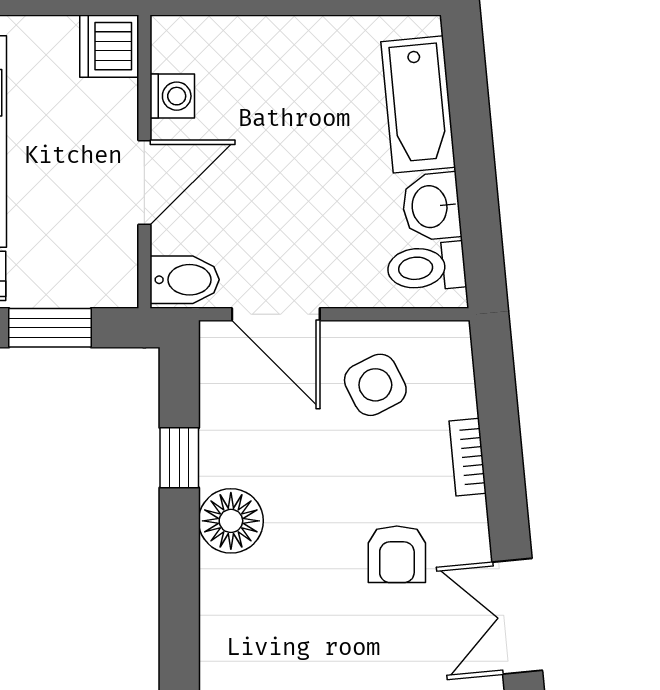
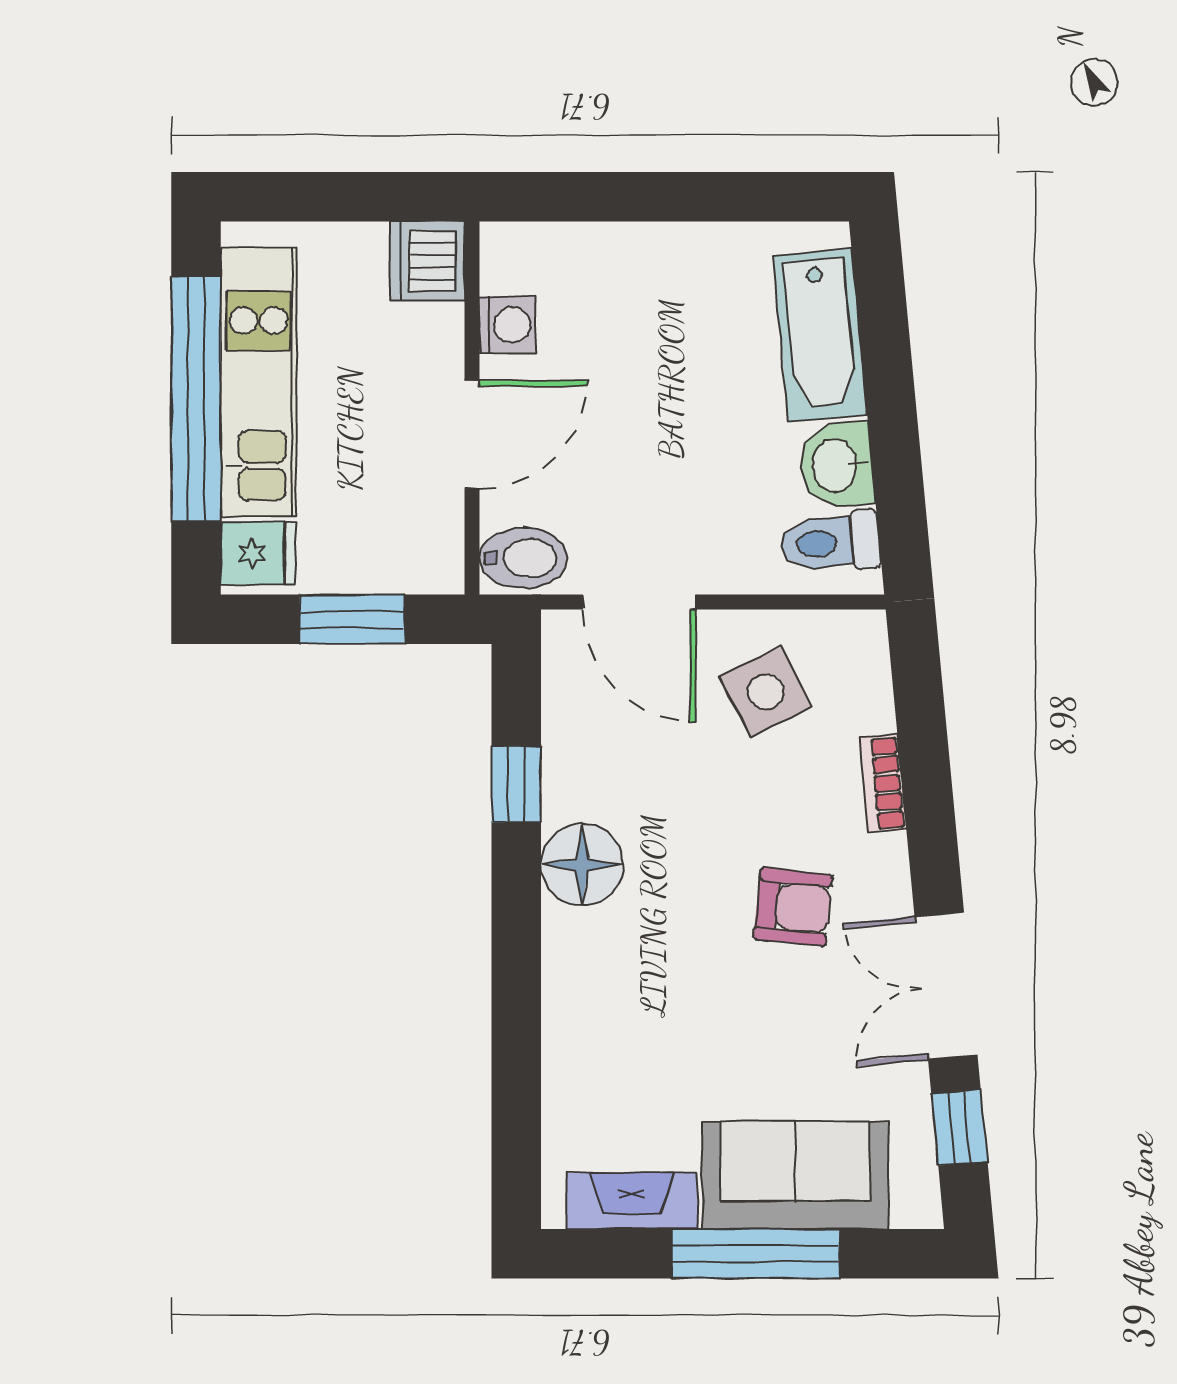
armchair: (397, 554) -> (793, 907), turned -84

